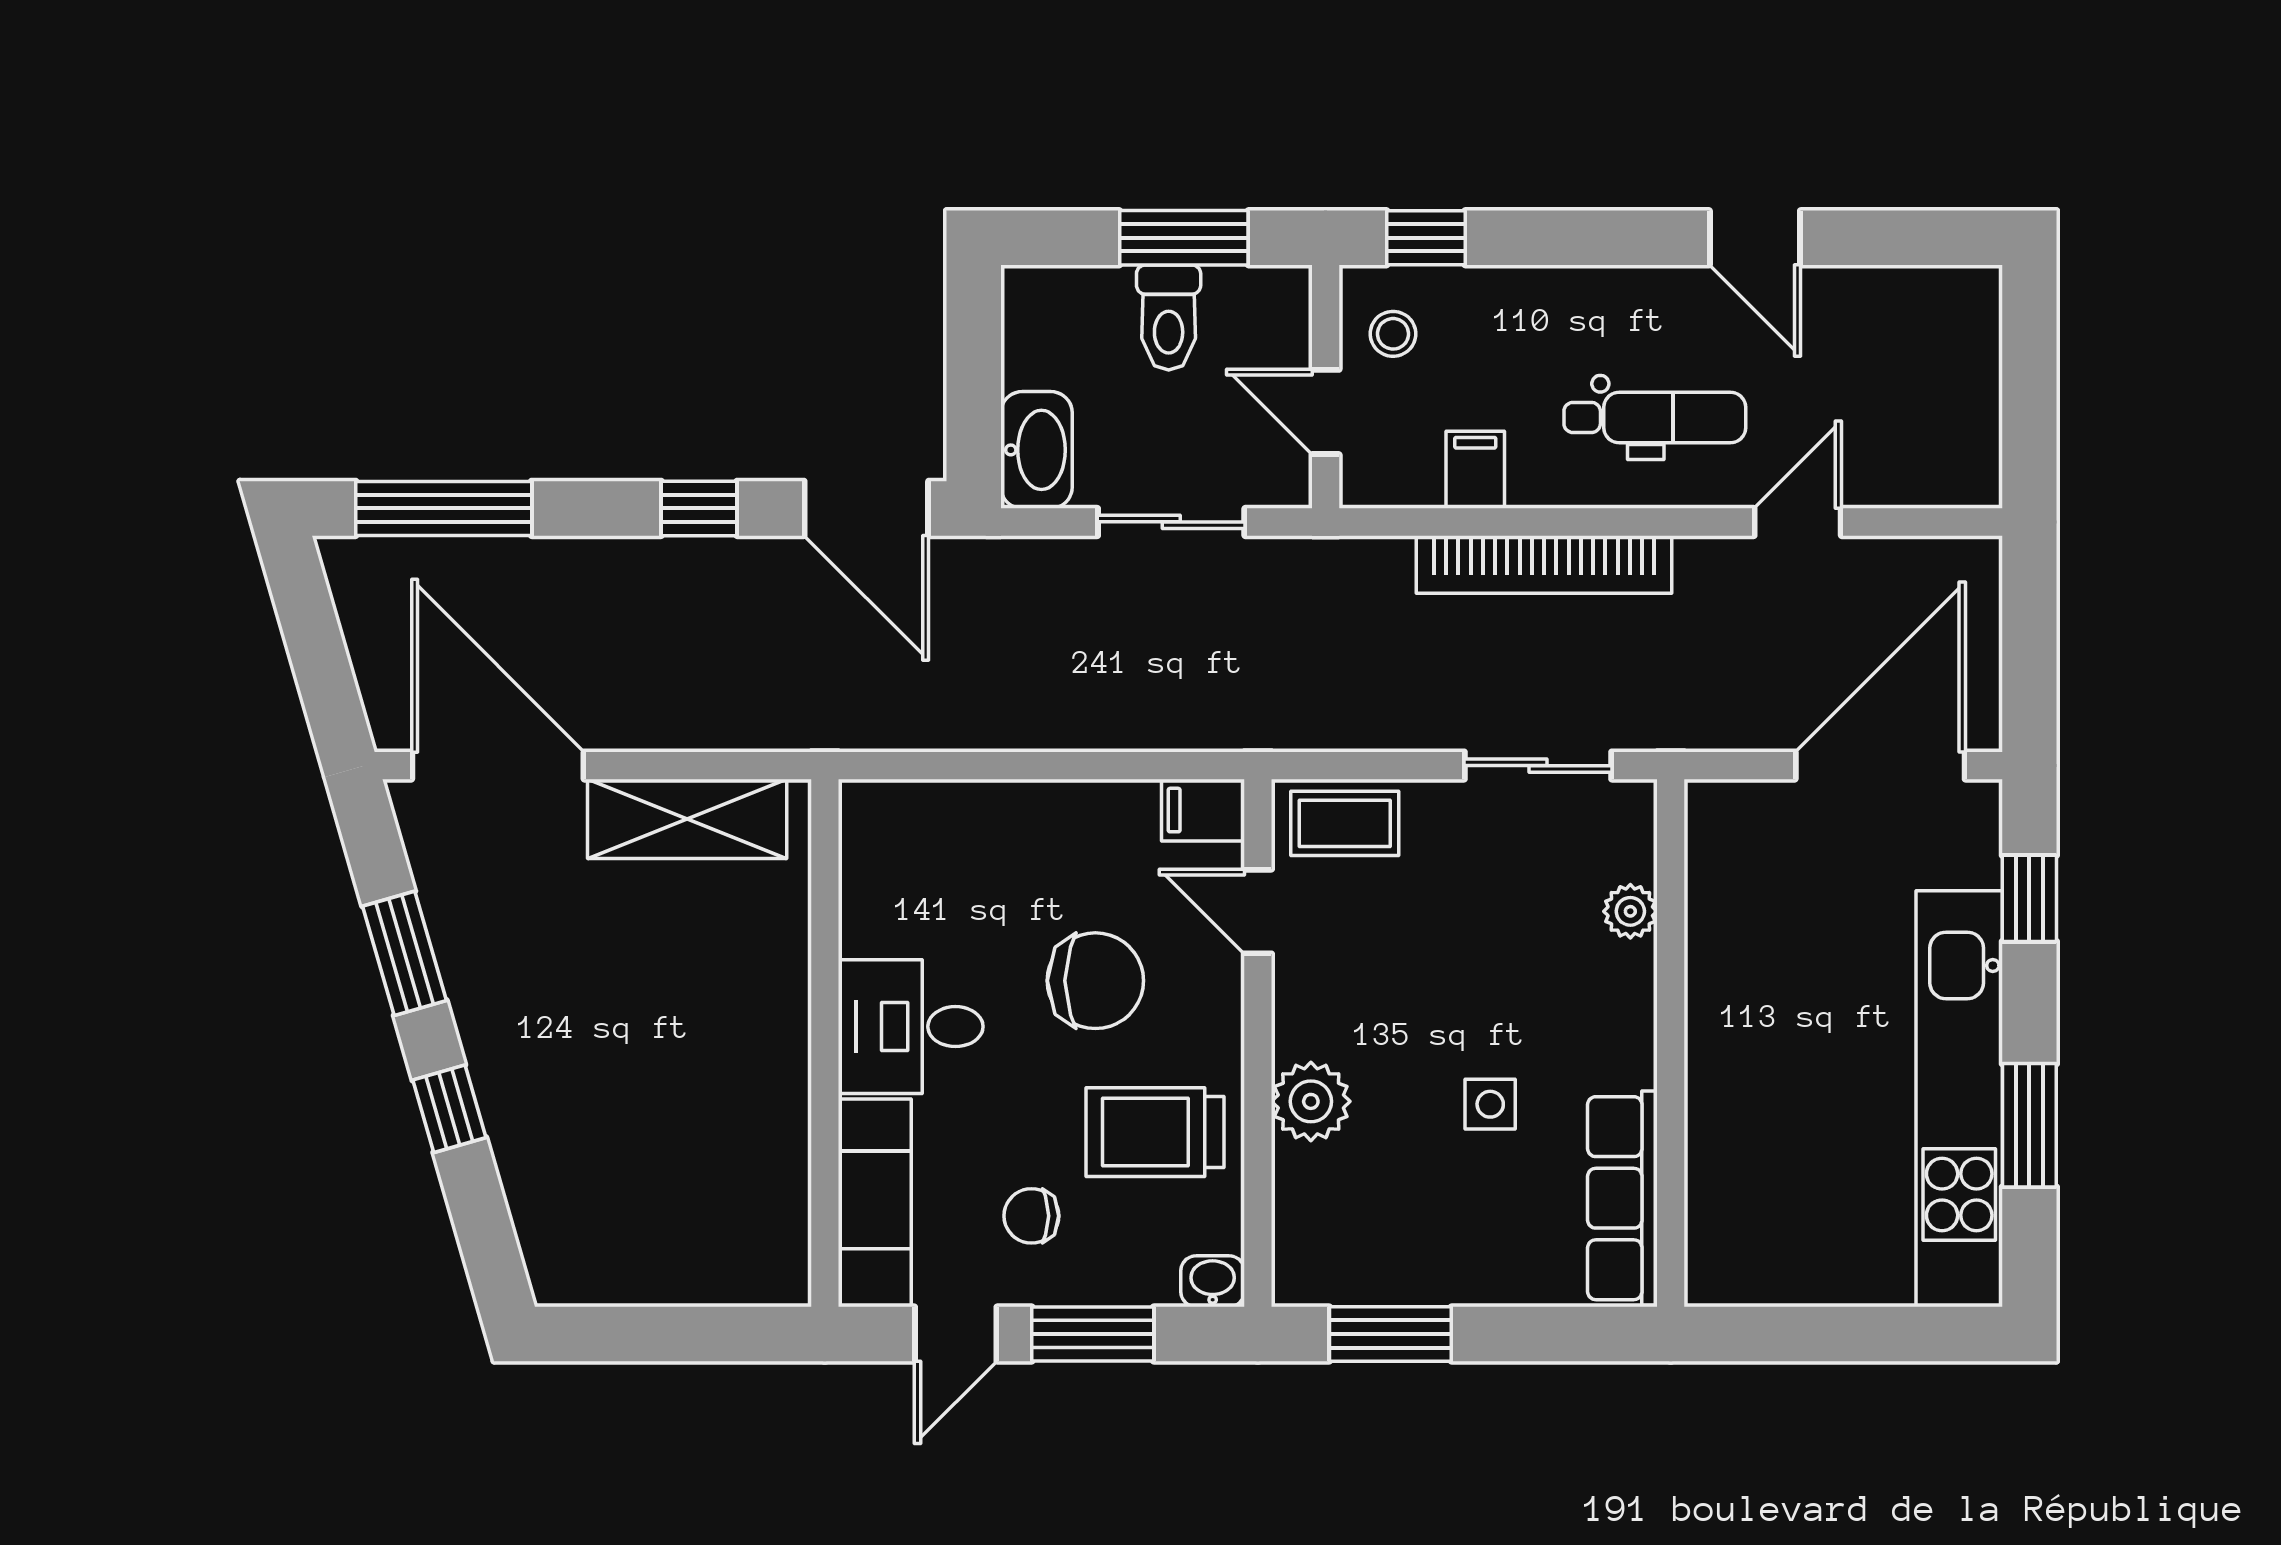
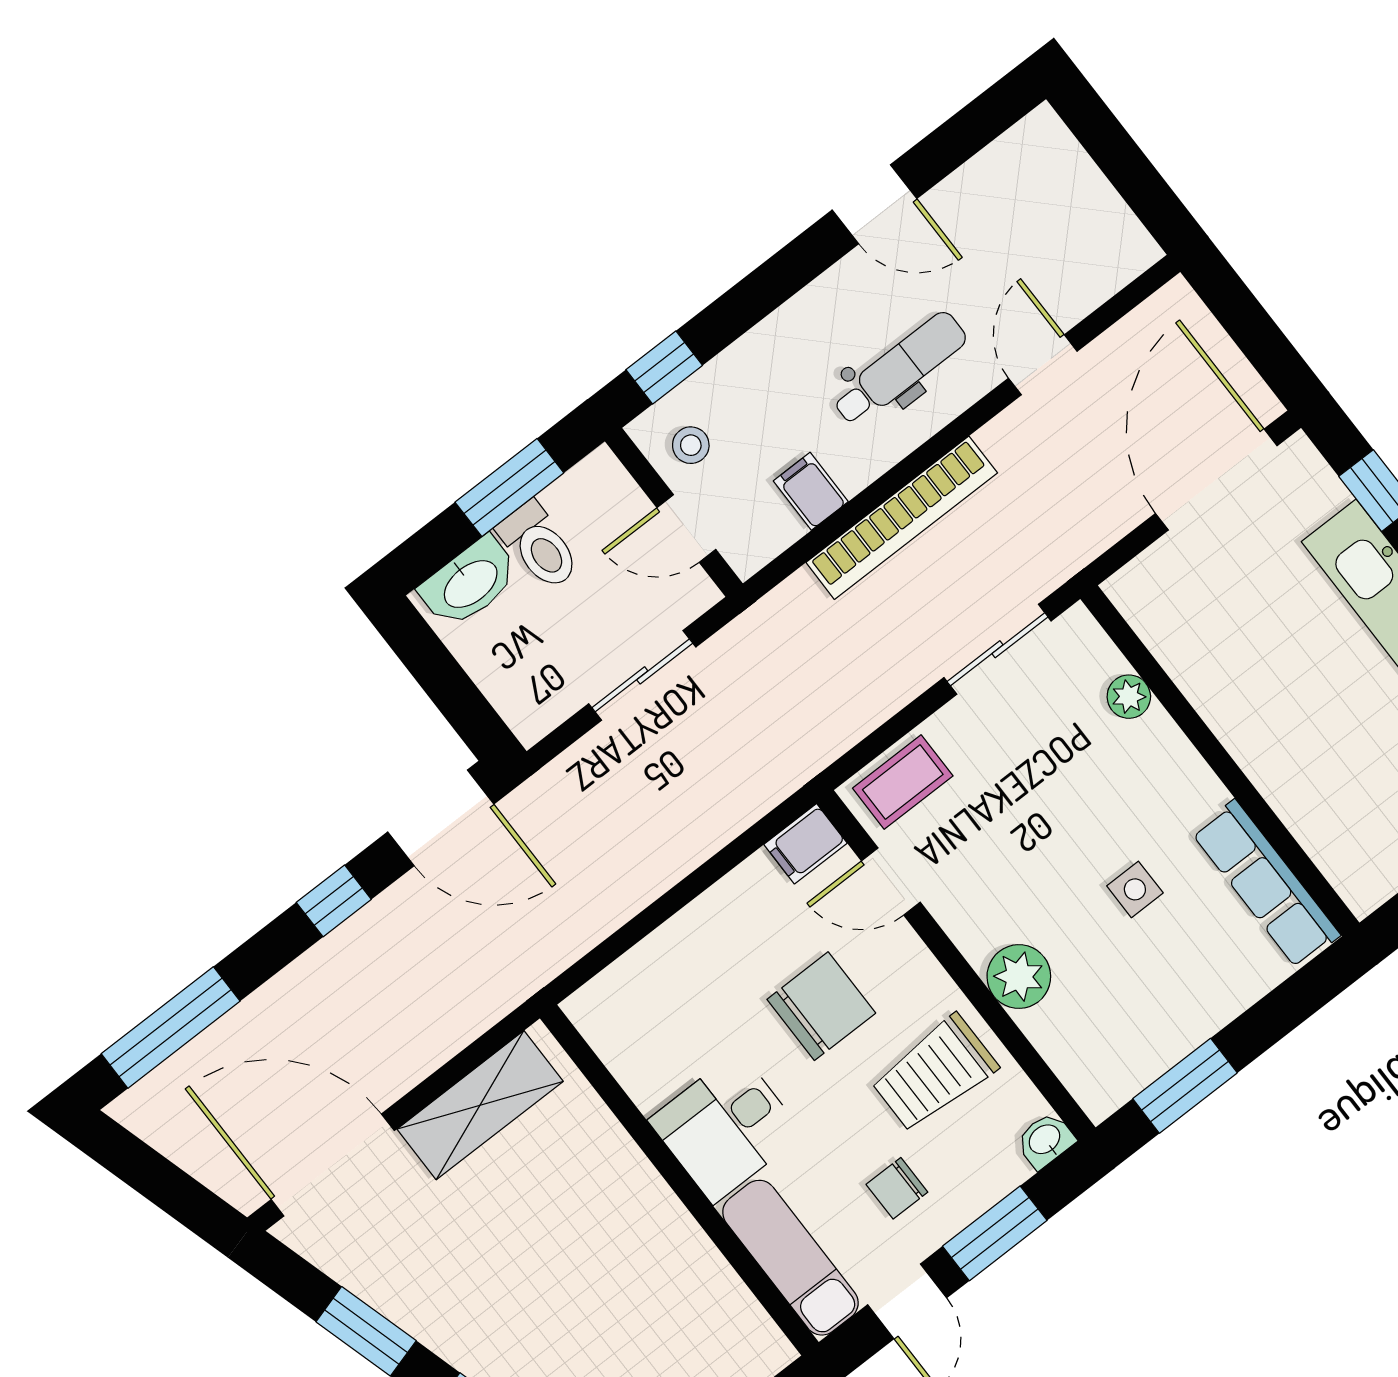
washbasin: (1036, 450) -> (470, 583), moved, turned 90

